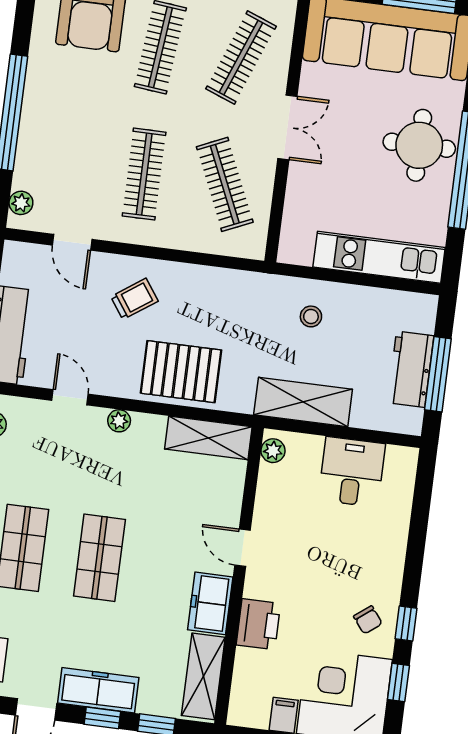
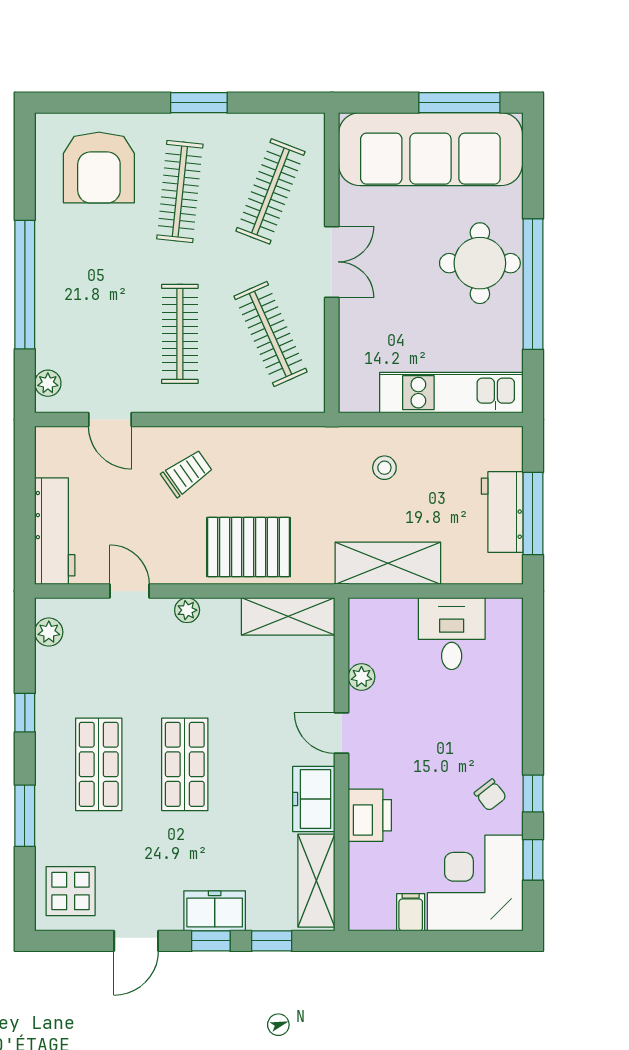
plant: (273, 451) -> (361, 677), moved
freezer: (98, 690) -> (215, 911), width x0.71

